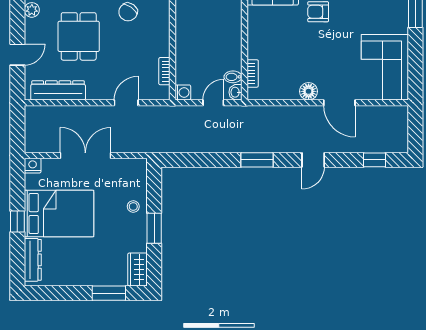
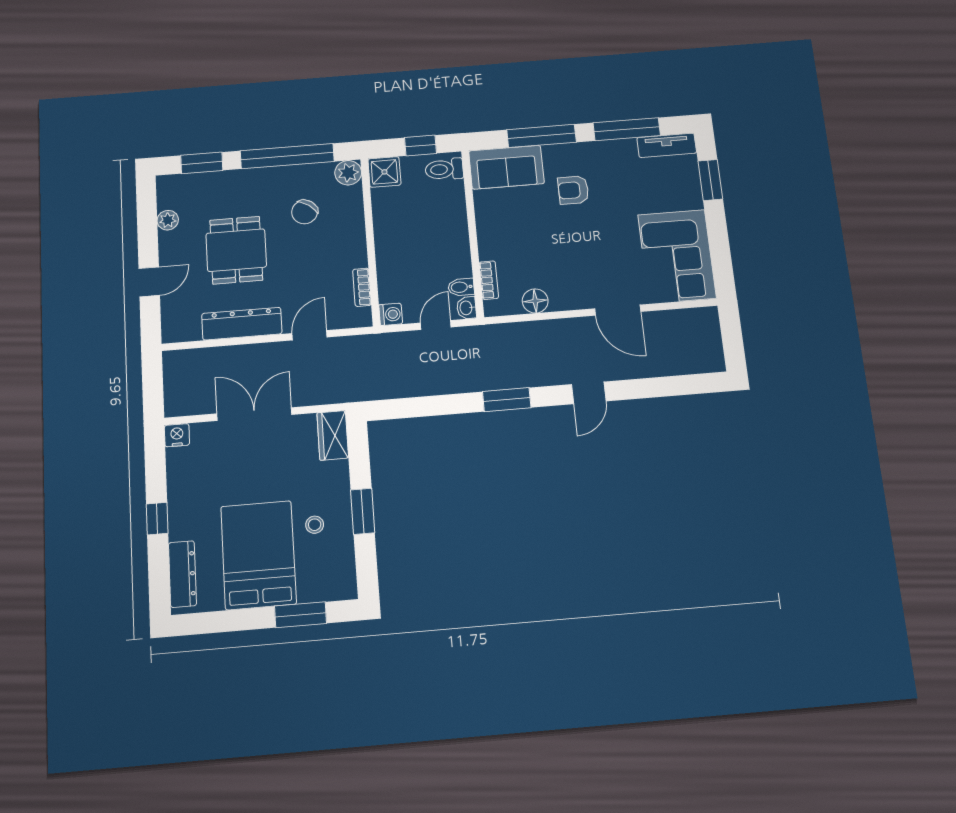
dresser: (58, 90) -> (242, 324), moved
floor lamp: (309, 91) -> (535, 301), moved
window: (374, 160) -> (678, 385), removed
stool: (133, 206) -> (315, 525), moved
bed: (59, 214) -> (258, 555), moved, turned -90
wardrobe: (137, 269) -> (333, 435), moved

